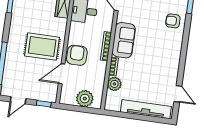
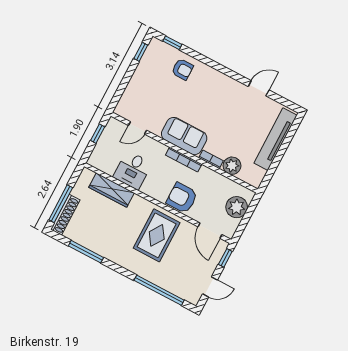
armchair: (173, 21) -> (182, 69), turned -90
door: (62, 74) -> (210, 231), moved
door: (178, 94) -> (259, 88), moved
door: (18, 100) -> (210, 287), hinge flipped

